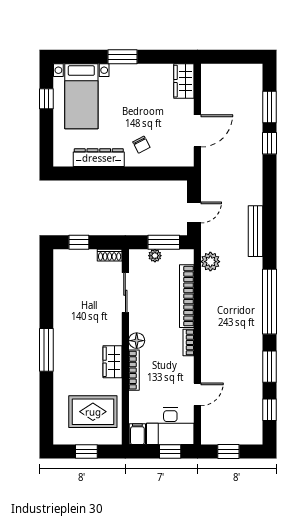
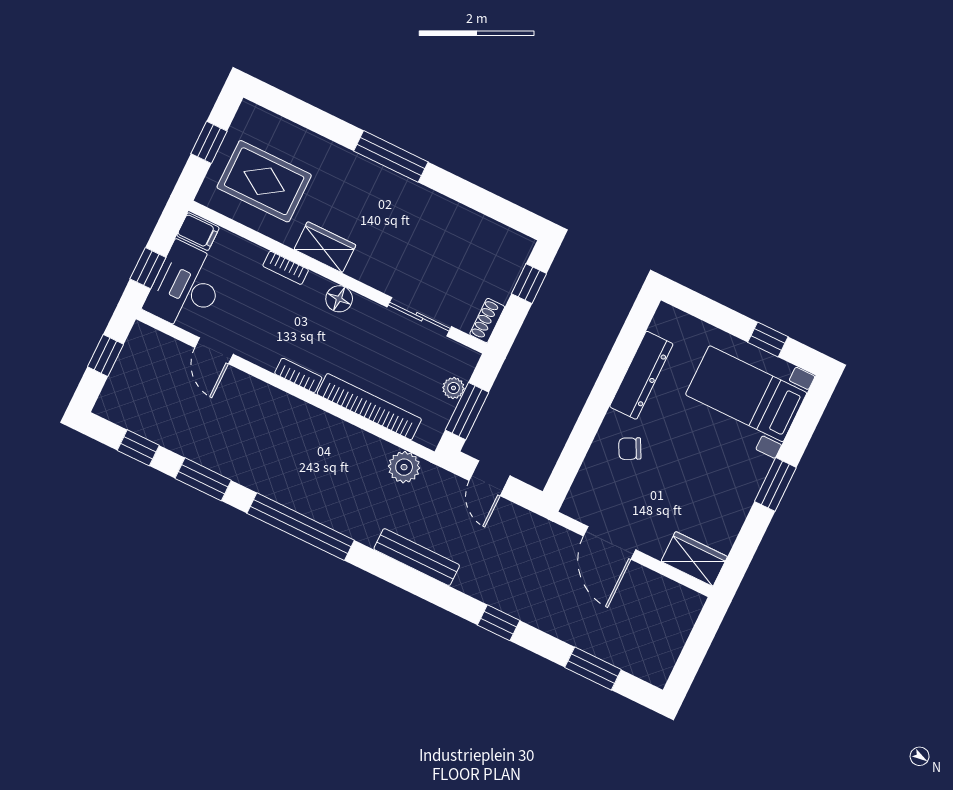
window: (270, 143) -> (499, 623), moved
bookcase: (134, 370) -> (286, 268), width x0.64
rug: (93, 412) -> (264, 181), turned 90

